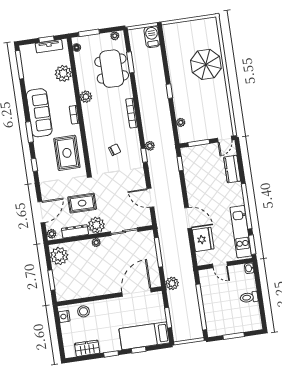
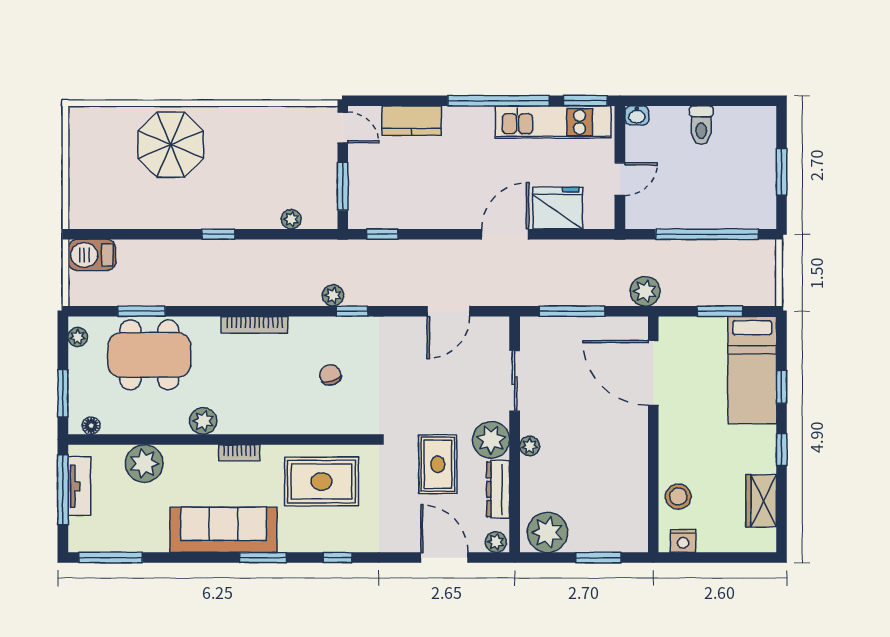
window: (46, 39) -> (63, 490), width x2.17

